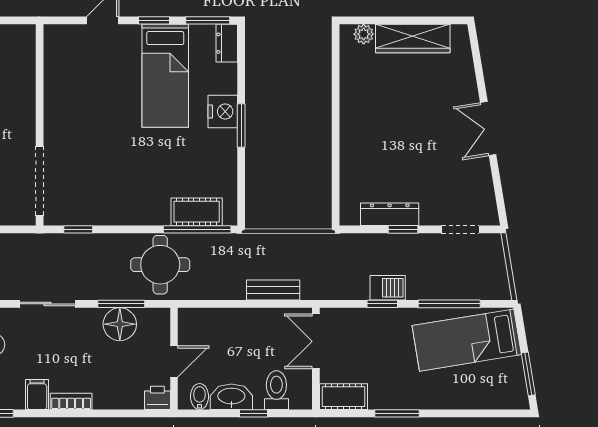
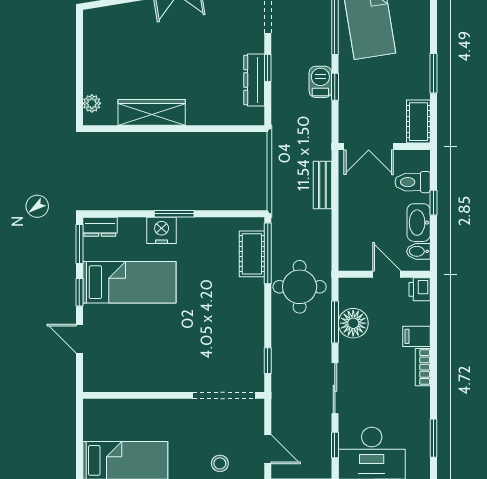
wardrobe: (413, 38) -> (152, 112), moved, turned -90
filing cabinet: (37, 395) -> (417, 336), moved

